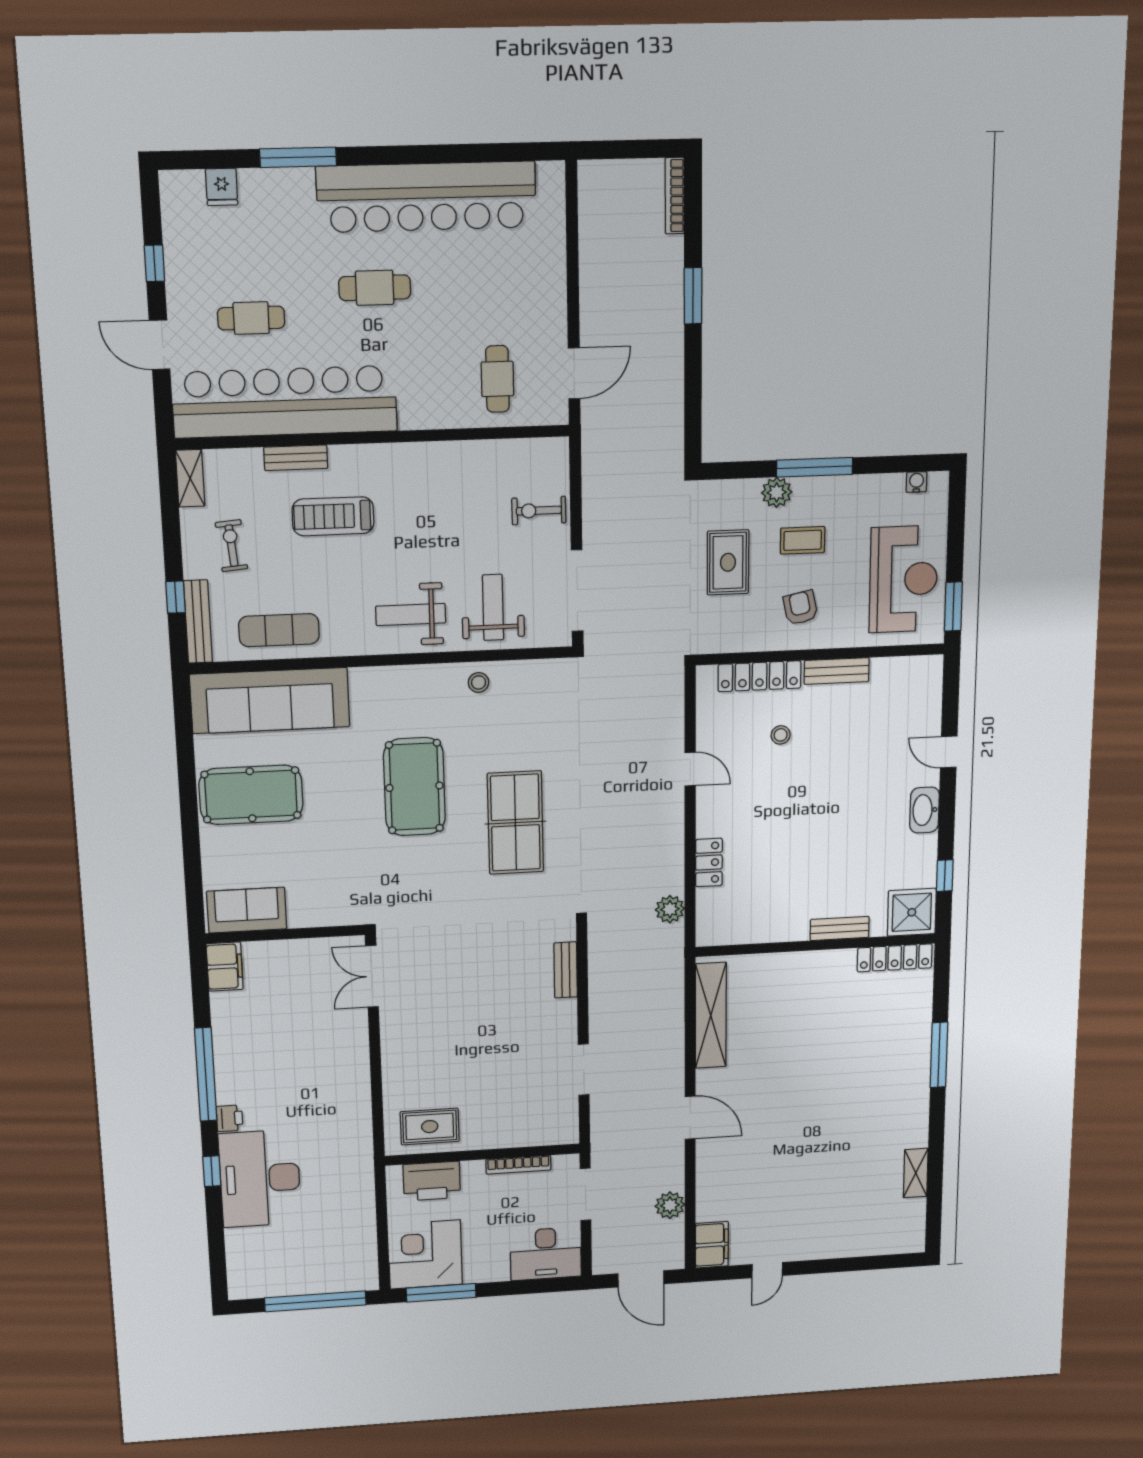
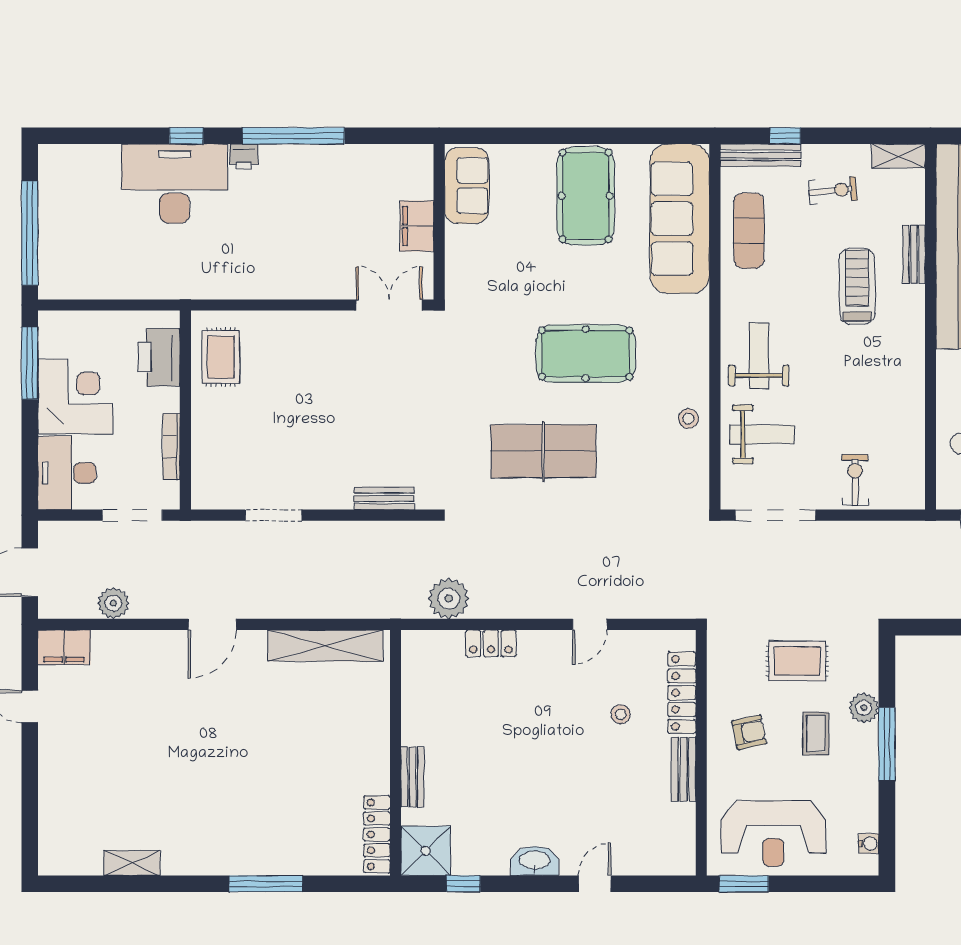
plant: (670, 909) -> (449, 599), width x1.36, depth x1.36
filing cabinet: (225, 967) -> (417, 226), moved, turned 90
corner desk: (425, 1255) -> (75, 396), moved

